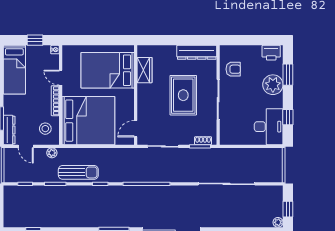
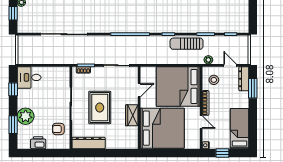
printer: (271, 53) -> (38, 143), moved
bed: (108, 70) -> (162, 128), width x1.36
wardrobe: (145, 70) -> (132, 115), moved
desk: (269, 127) -> (29, 77), width x0.73
door: (136, 129) -> (139, 90), moved

